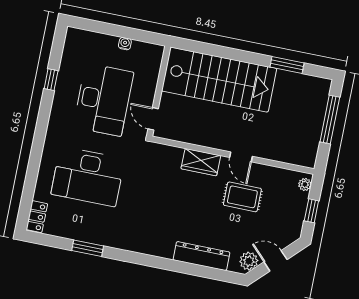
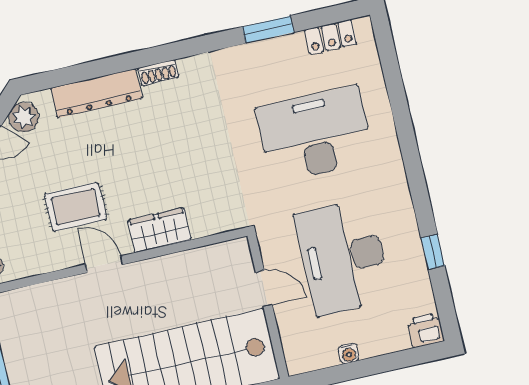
printer: (75, 37) -> (426, 330), added
door: (153, 119) -> (264, 289), moved
locker: (37, 217) -> (331, 37), moved, turned -90
shoe rack: (161, 252) -> (158, 73), added

